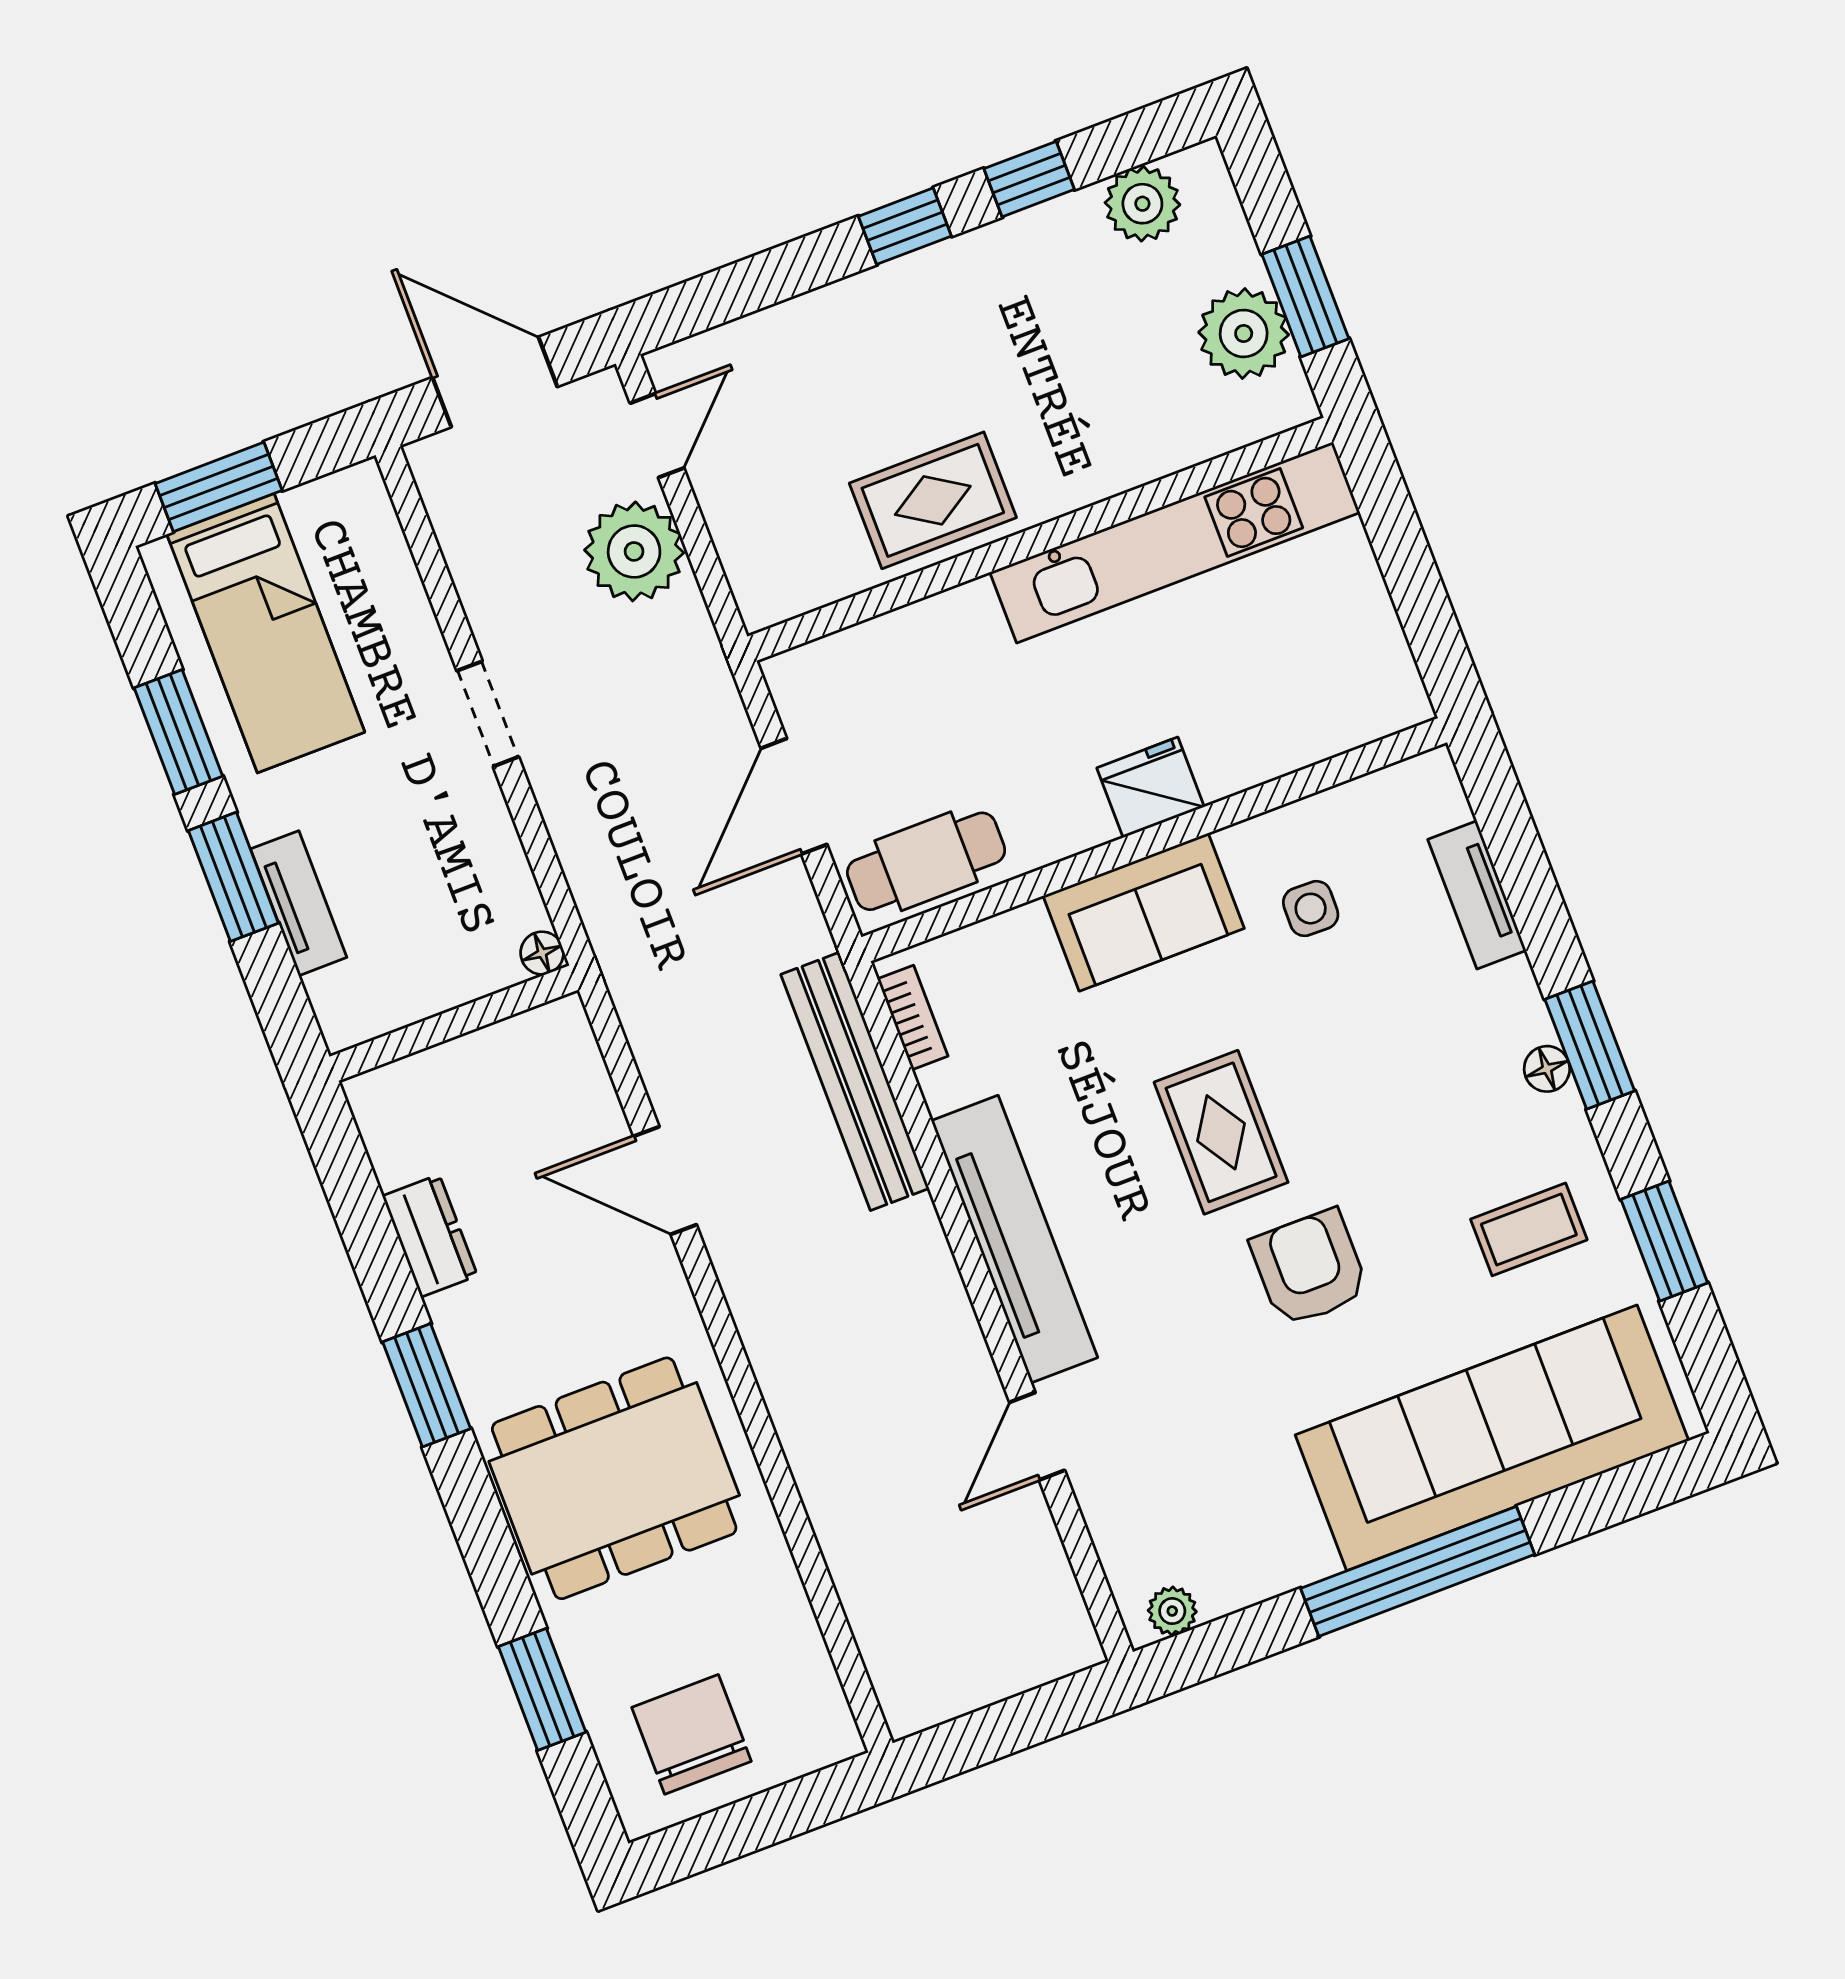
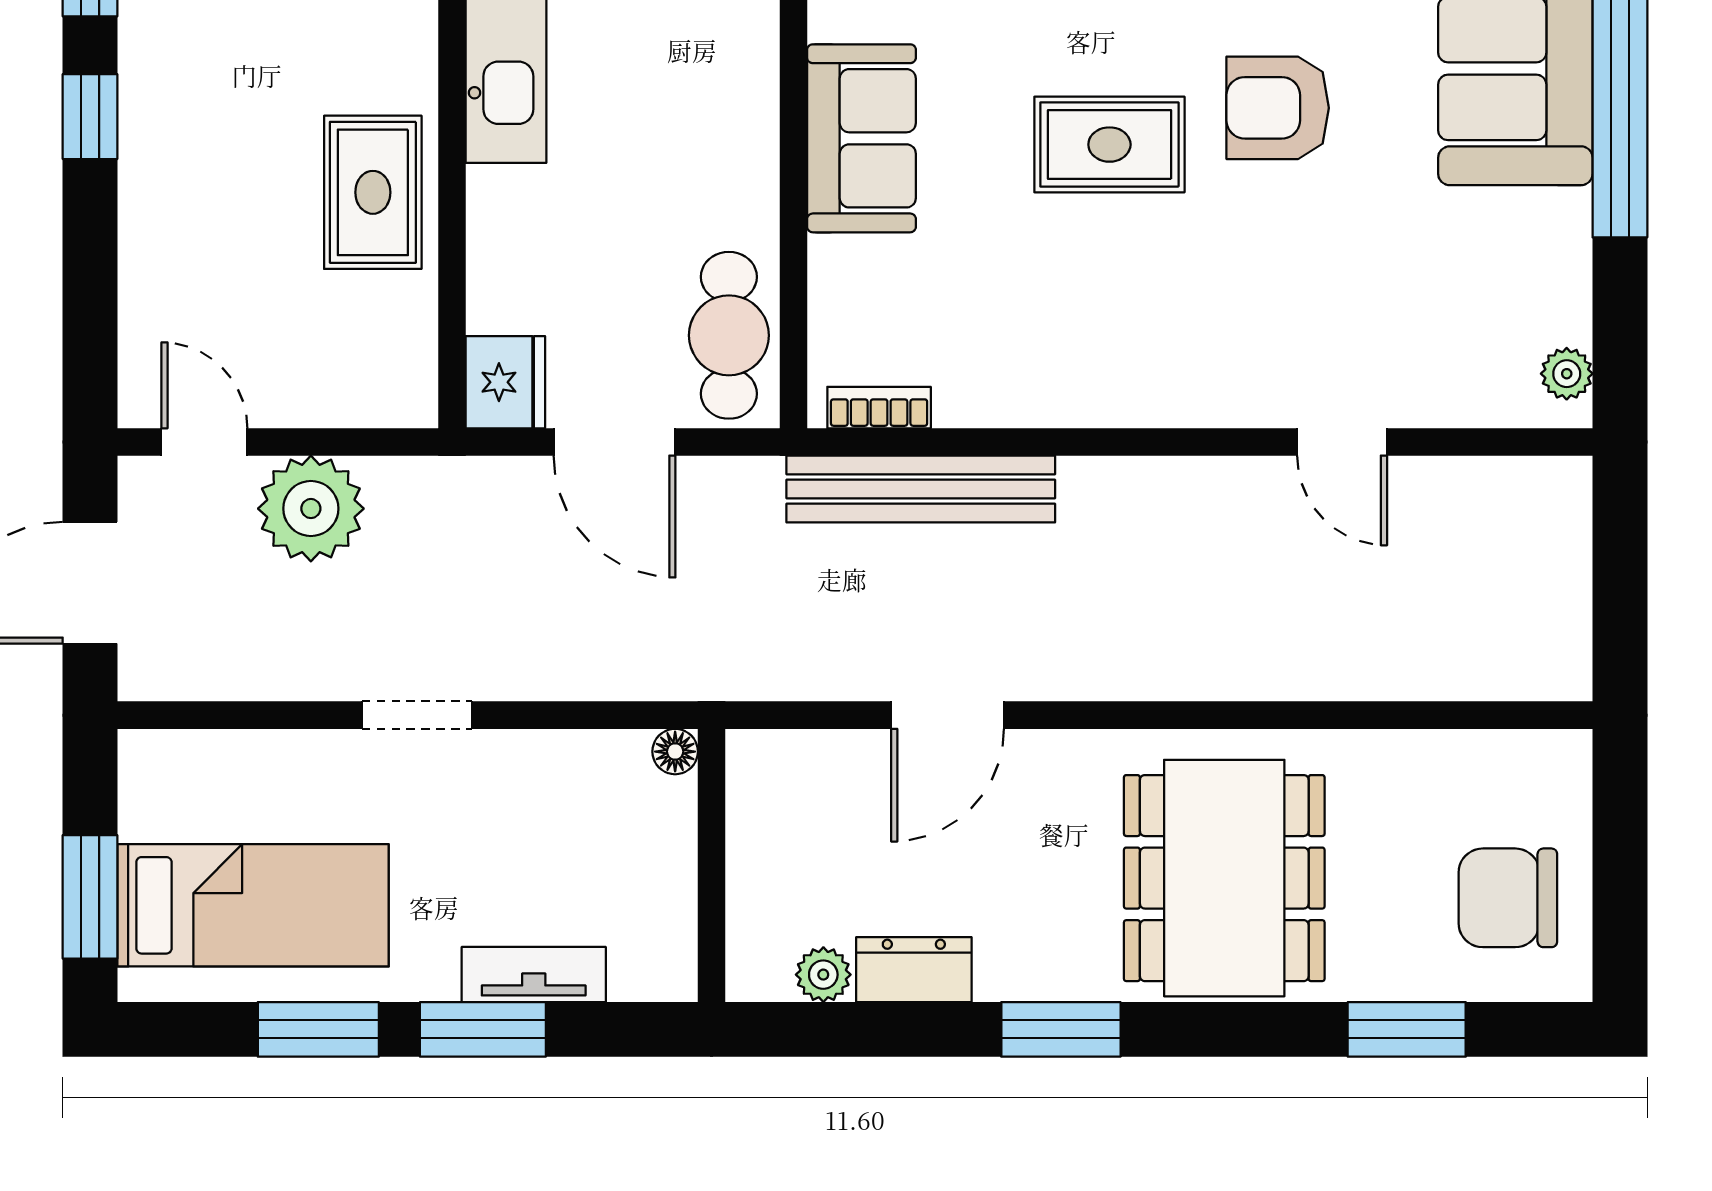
fridge: (1150, 787) -> (505, 382), moved, turned 180
plant: (395, 1158) -> (823, 975), added
tv unit: (1014, 1239) -> (1138, 390), removed

